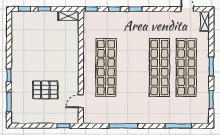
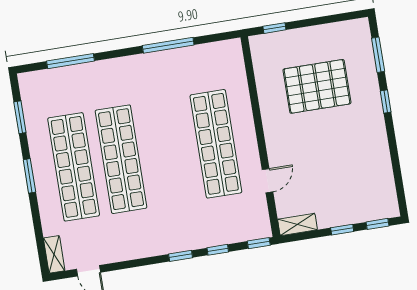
pallet: (45, 90) -> (317, 86), width x1.37, depth x1.41
door: (81, 101) -> (267, 181), moved

